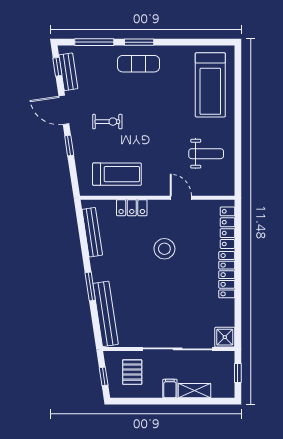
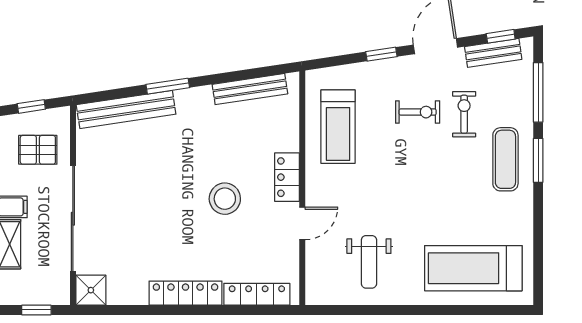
exercise bike: (109, 91) -> (464, 114), added
exercise bike: (107, 122) -> (418, 112), turned -90
locker: (132, 208) -> (287, 177), moved

